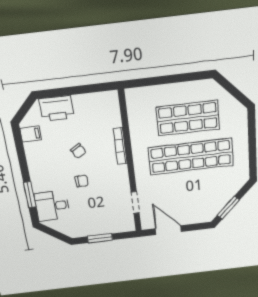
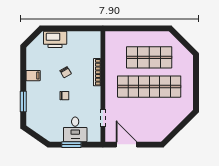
filing cabinet: (31, 134) -> (33, 76), moved
desk: (52, 206) -> (75, 129), moved, turned -90
window: (228, 208) -> (176, 131), removed

